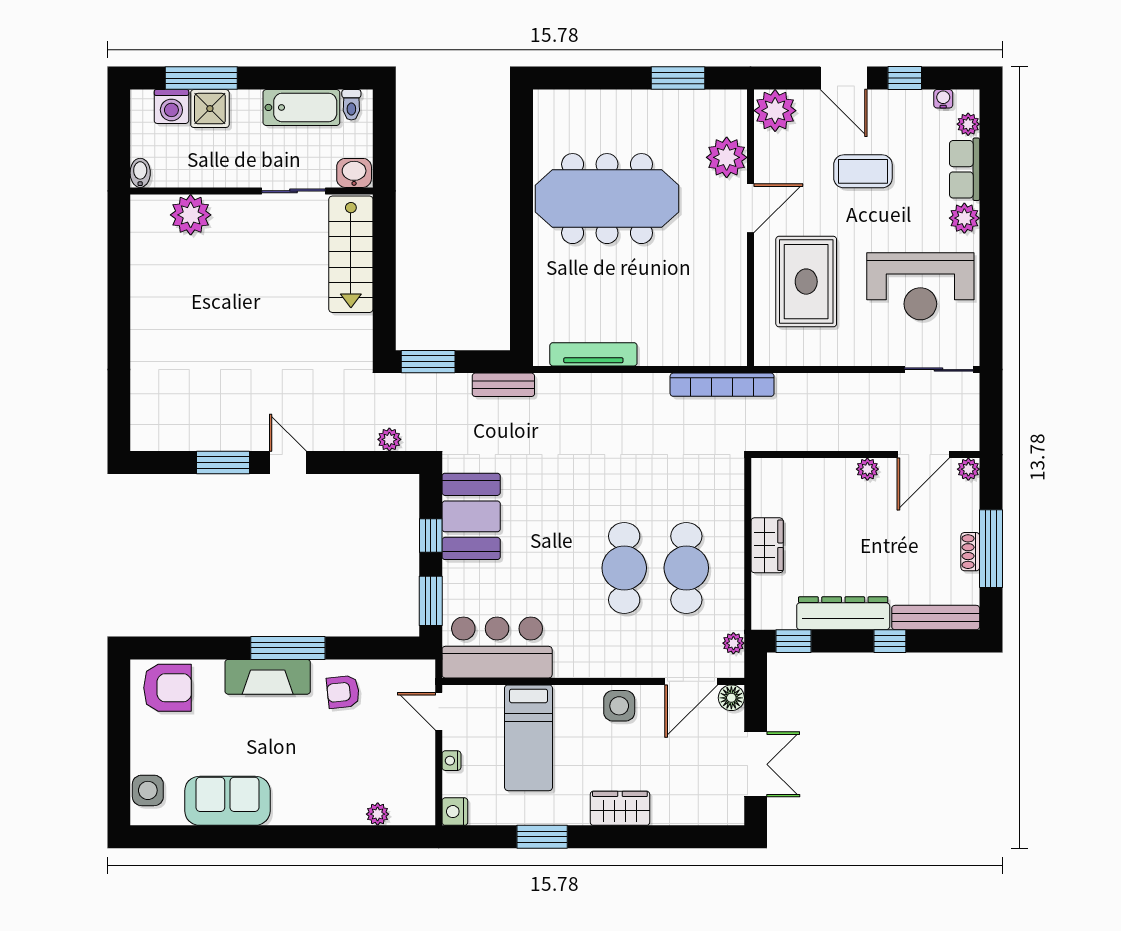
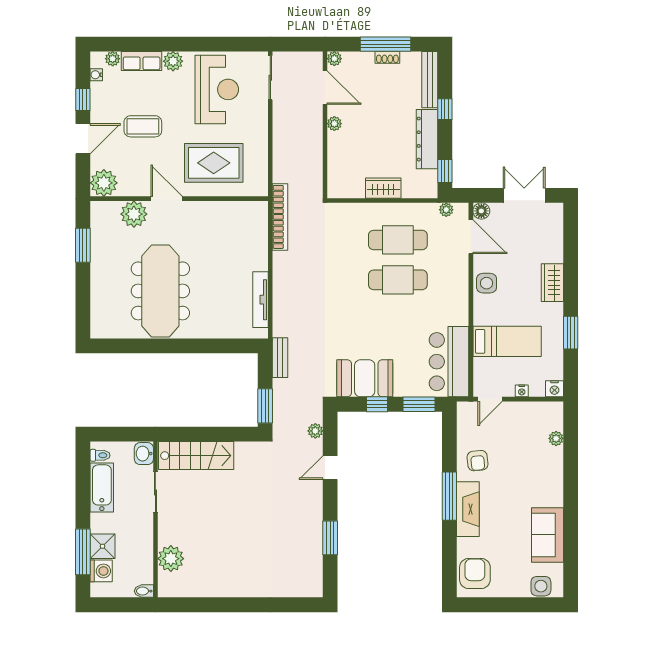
coffee table: (863, 171) -> (143, 126), turned 90
door: (288, 463) -> (330, 468), moved

